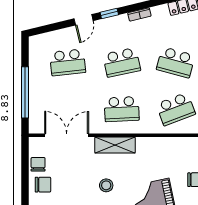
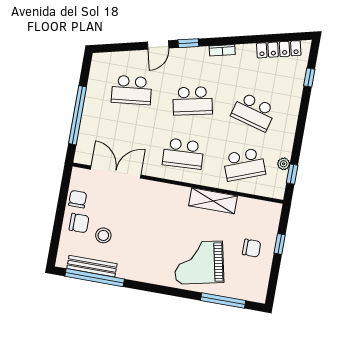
shelving: (115, 145) -> (213, 201), moved
stool: (106, 185) -> (103, 235), moved

